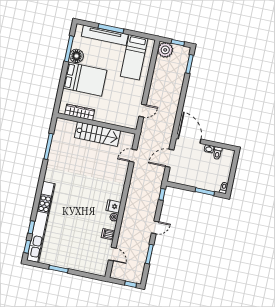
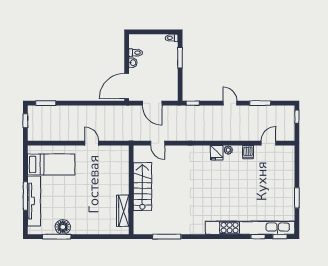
plant: (165, 50) -> (36, 133), removed
bed: (85, 79) -> (86, 213), removed
door: (143, 111) -> (92, 143), moved

